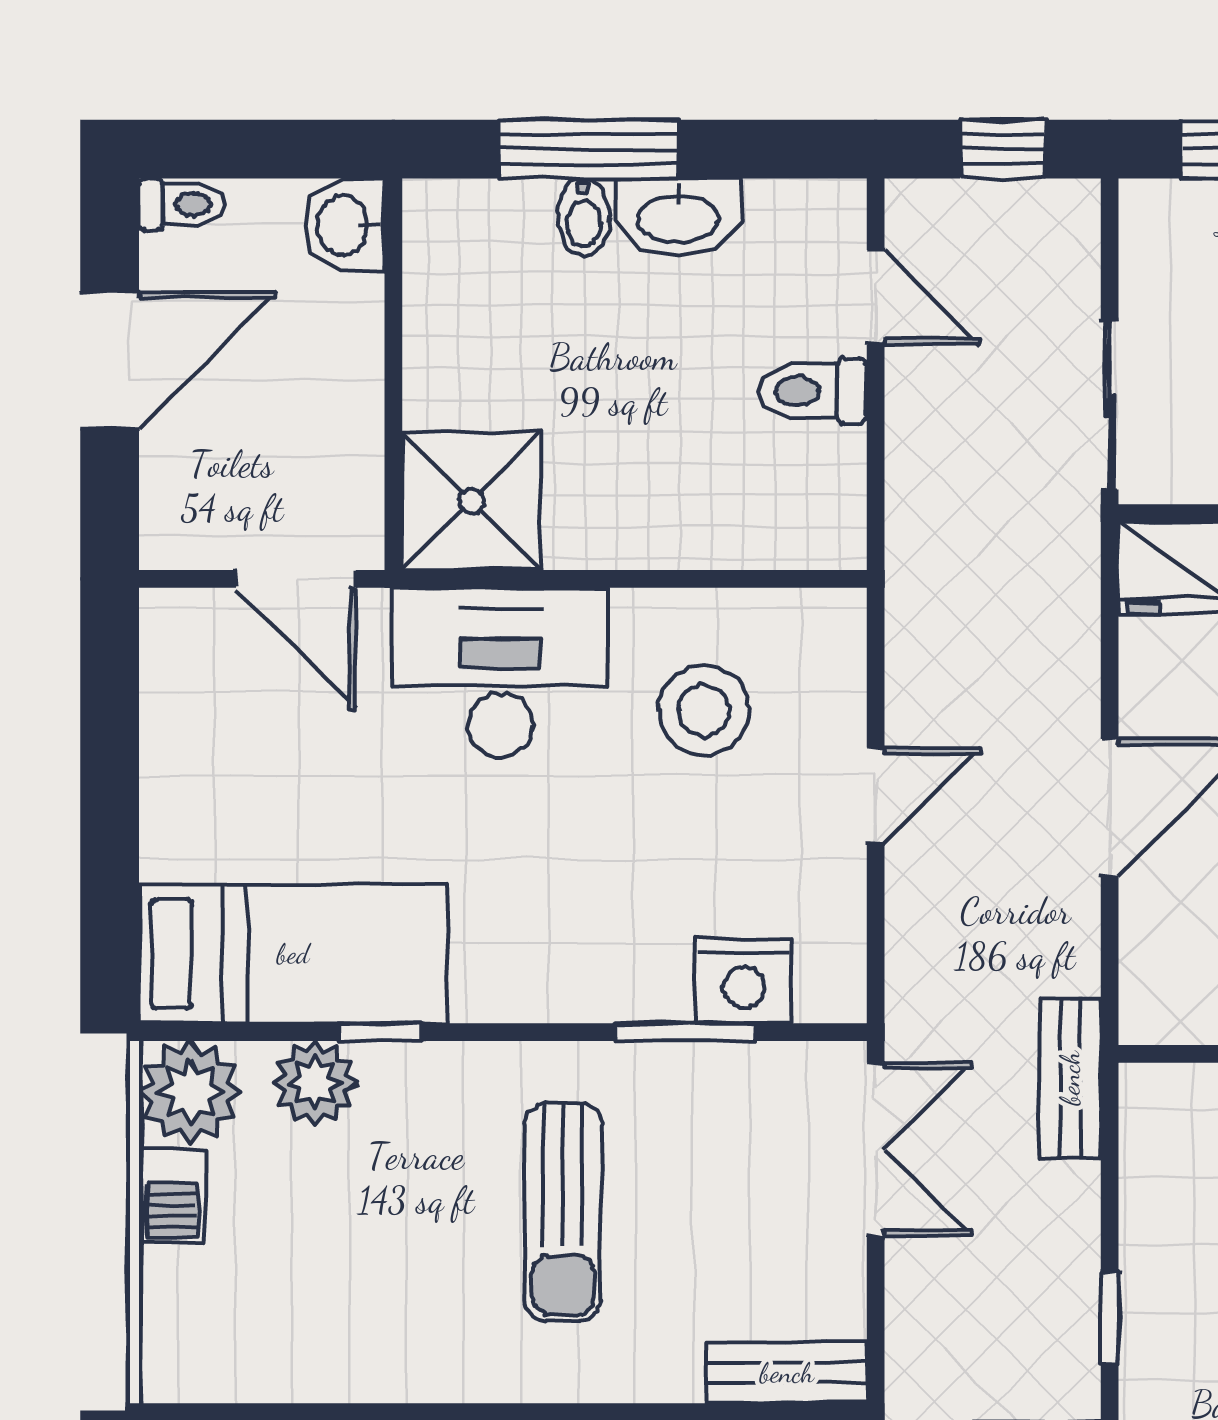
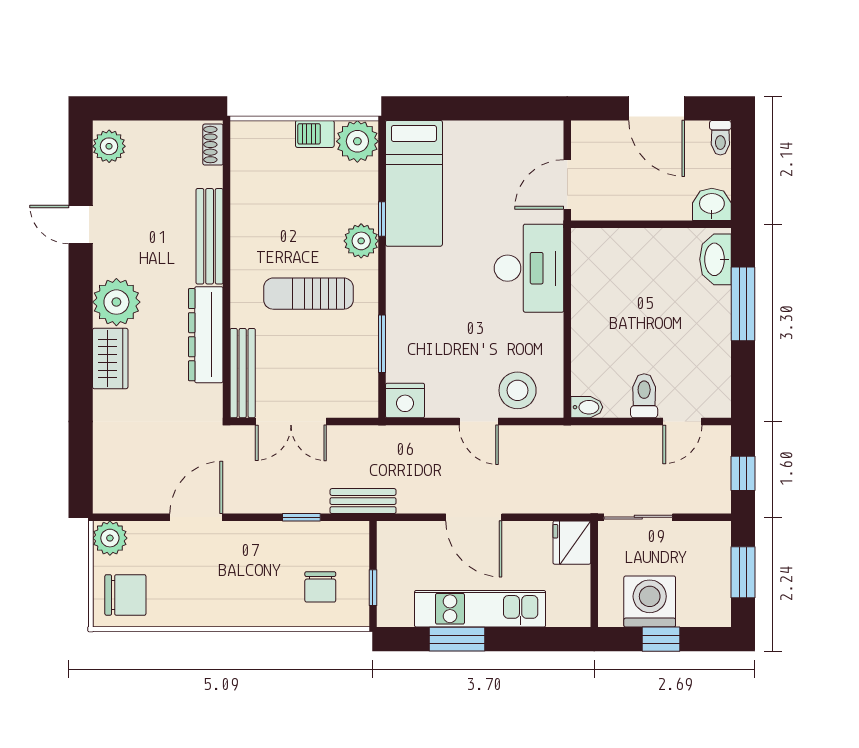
bidet: (584, 217) -> (587, 407), moved, turned 180
washbasin: (678, 217) -> (715, 259), moved
shower: (471, 501) -> (599, 256), removed
stool: (704, 710) -> (518, 390), moved
nightstand: (744, 981) -> (405, 401), moved, turned -90
plant: (315, 1083) -> (361, 241), moved
double door: (876, 1149) -> (291, 422), moved
window: (1110, 1318) -> (301, 517), moved
bench: (787, 1373) -> (243, 373), width x1.36

